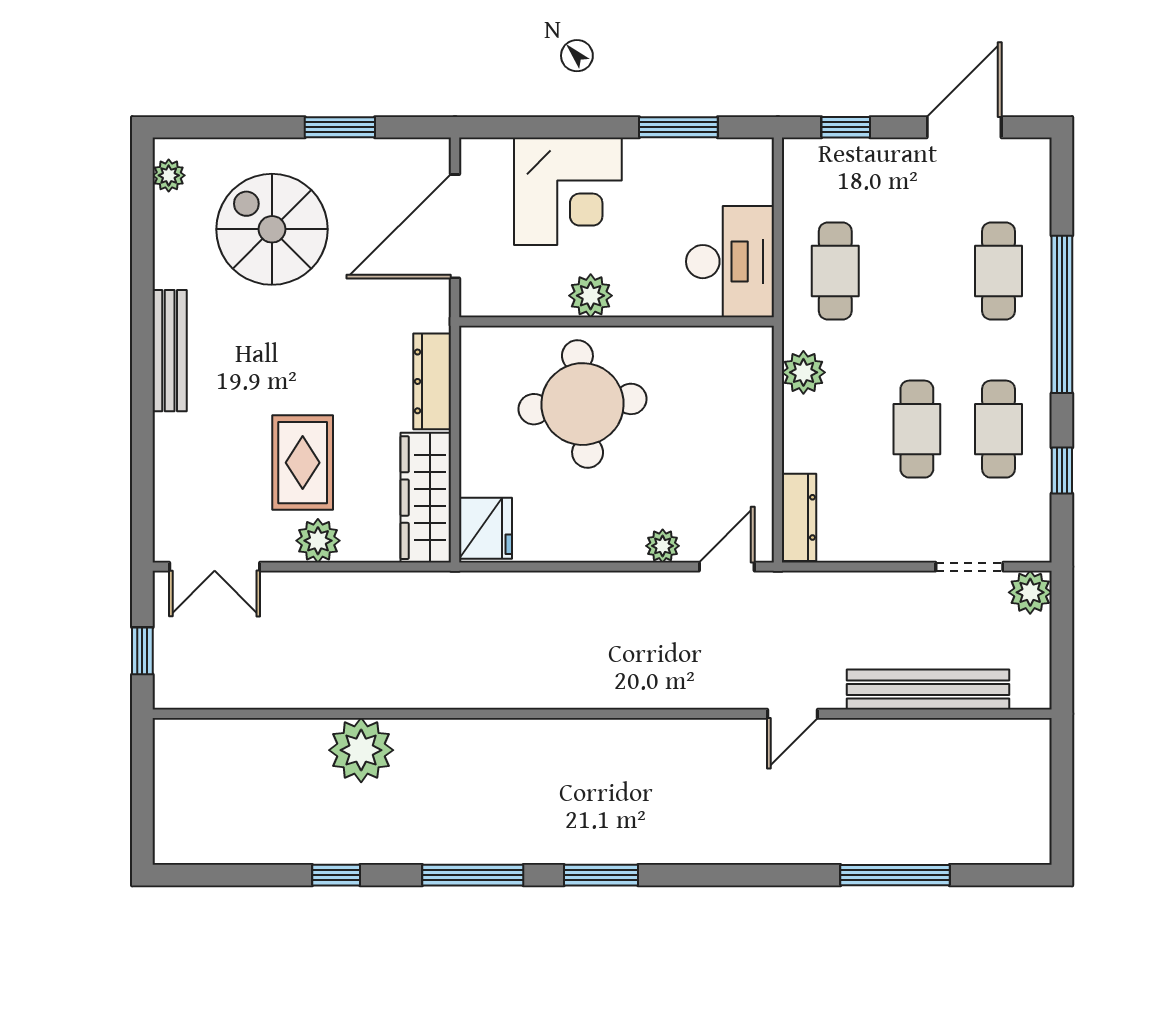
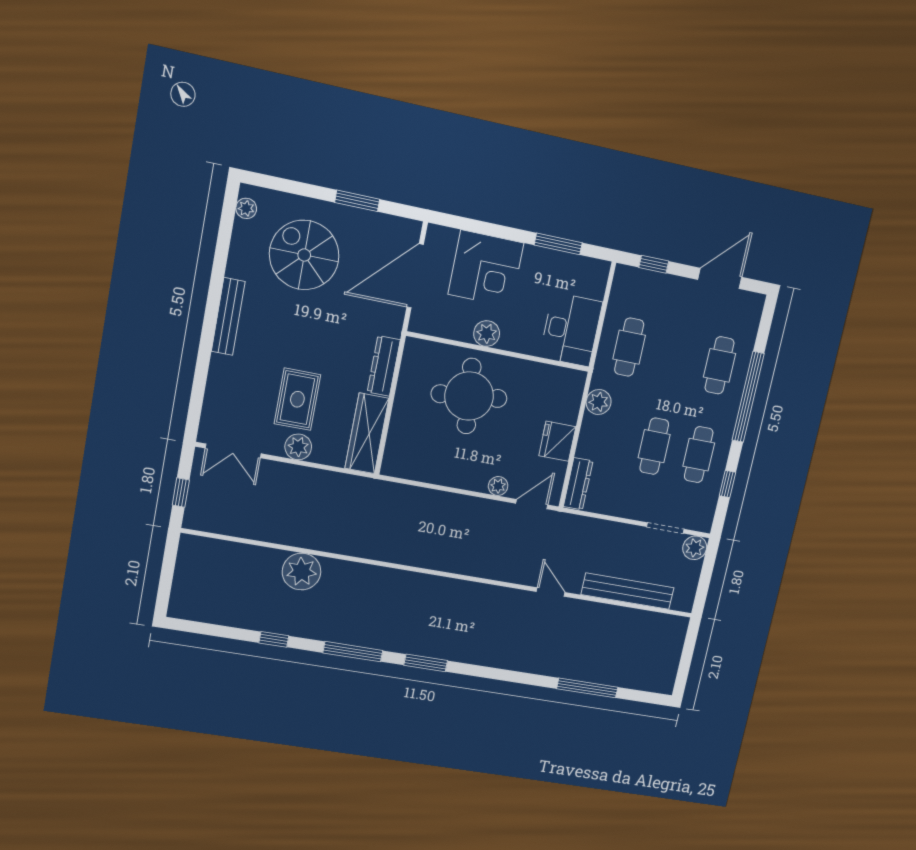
fridge: (485, 528) -> (557, 441), moved, turned 180
door: (792, 714) -> (551, 592), swing flipped

